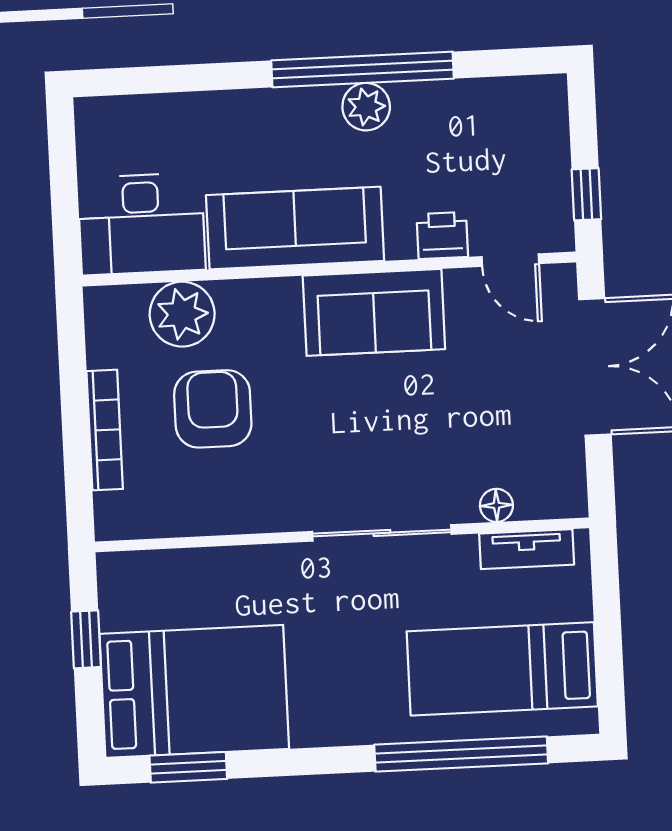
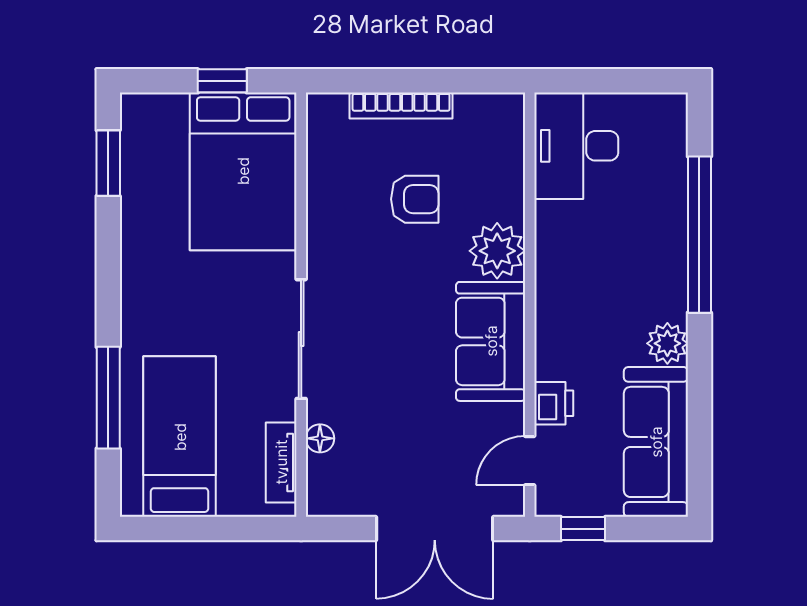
window: (363, 70) -> (699, 235), moved
sofa: (295, 228) -> (656, 442), moved, turned 180
plant: (182, 314) -> (497, 251), moved
armchair: (213, 409) -> (415, 199), width x0.72, depth x0.72
bed: (194, 691) -> (243, 171), moved
window: (461, 754) -> (108, 398), width x0.68

